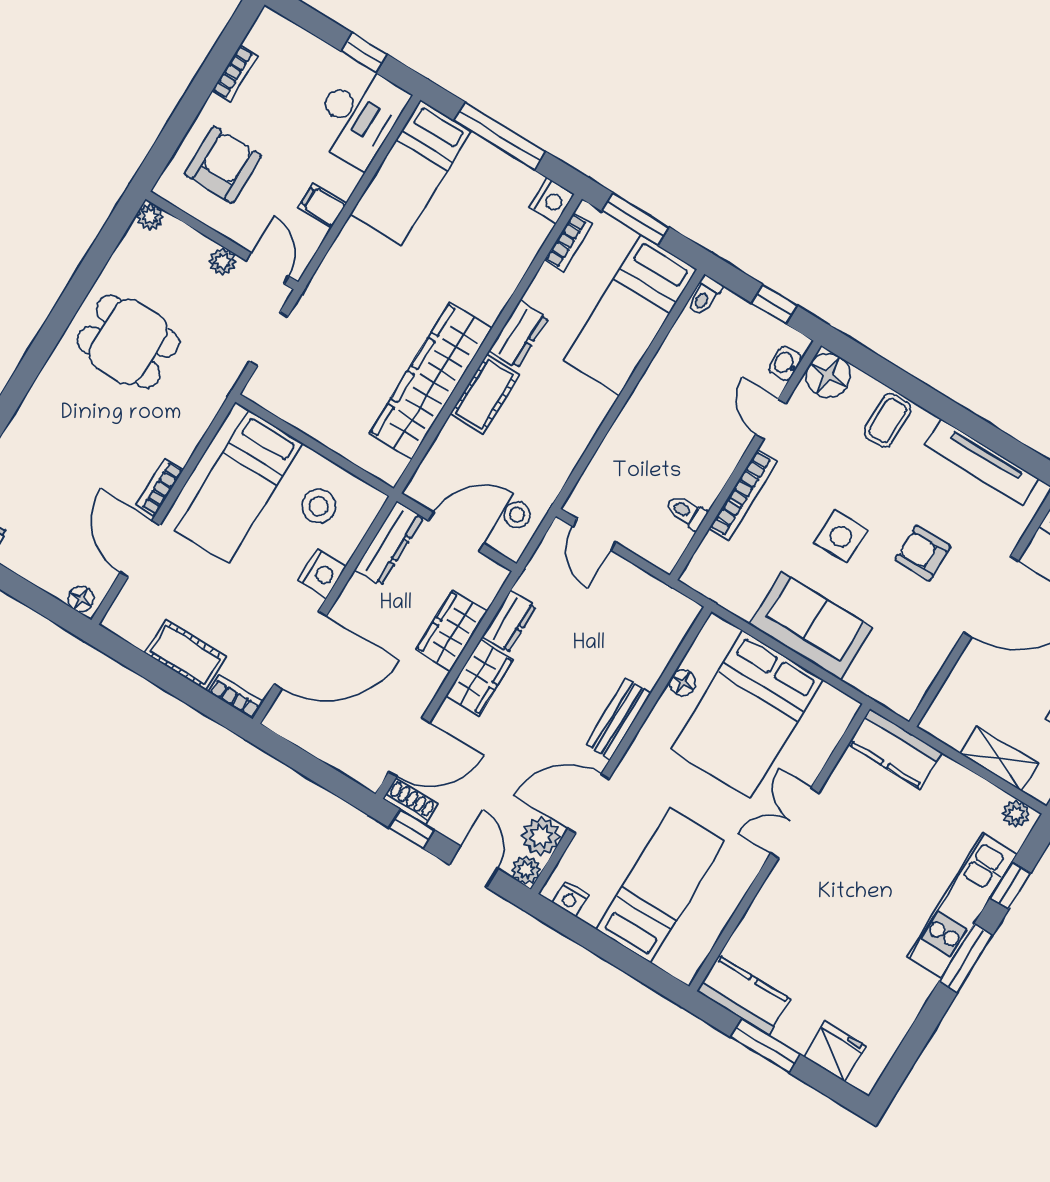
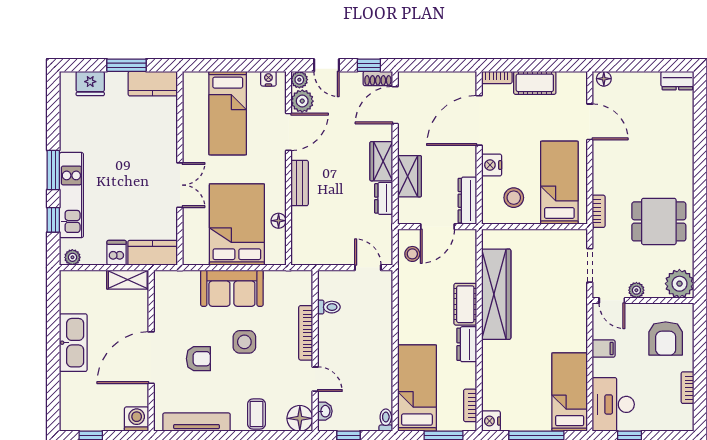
plant: (150, 217) -> (679, 284), width x1.88, depth x1.88
bookcase: (160, 487) -> (599, 211), moved
shelving: (999, 759) -> (128, 280), moved
dishwasher: (948, 781) -> (117, 253), added

